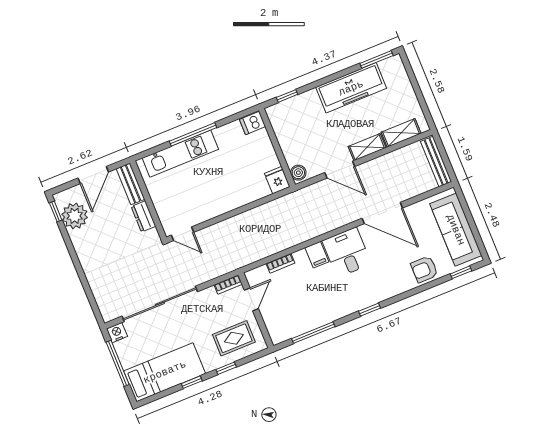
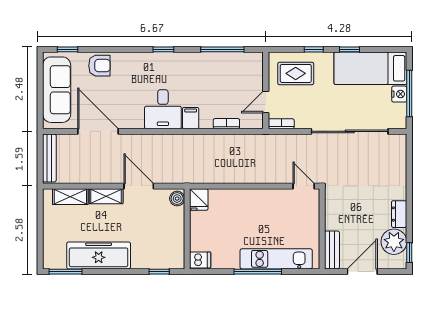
door: (382, 213) -> (98, 131), moved
dresser: (143, 216) -> (399, 214), moved, turned 180
nightstand: (117, 333) -> (399, 94), moved, turned -90

